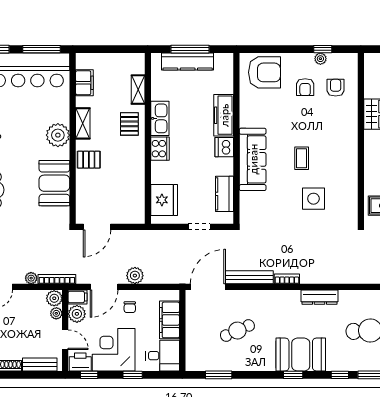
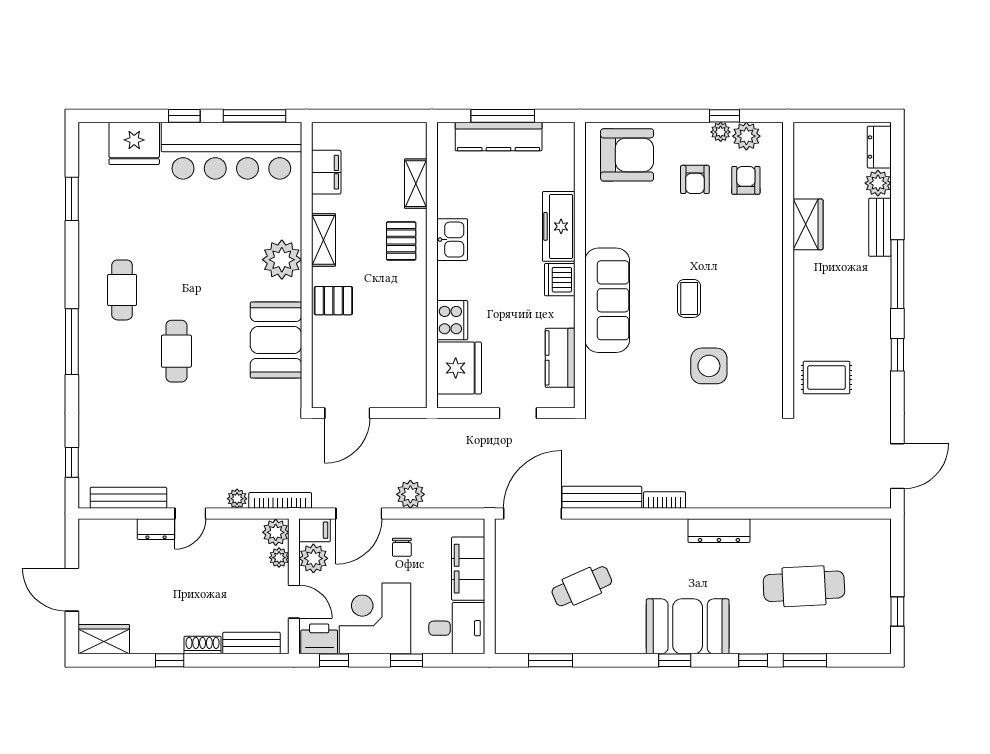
plant: (336, 61) -> (746, 136), added
kitchen sink: (160, 118) -> (452, 240), width x0.73
cooker: (160, 149) -> (452, 320), moved

